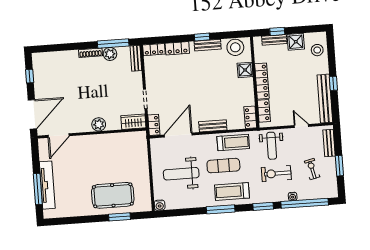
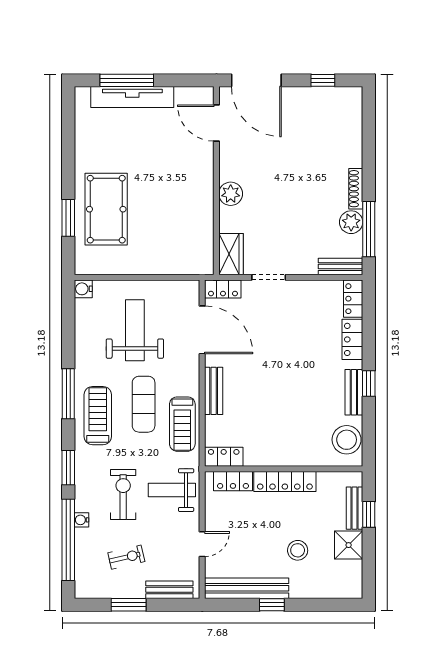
stool: (317, 50) -> (298, 550), moved
shower: (245, 70) -> (306, 454), removed

